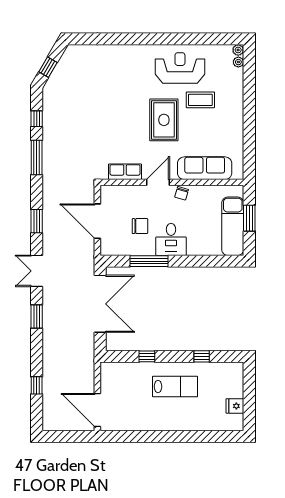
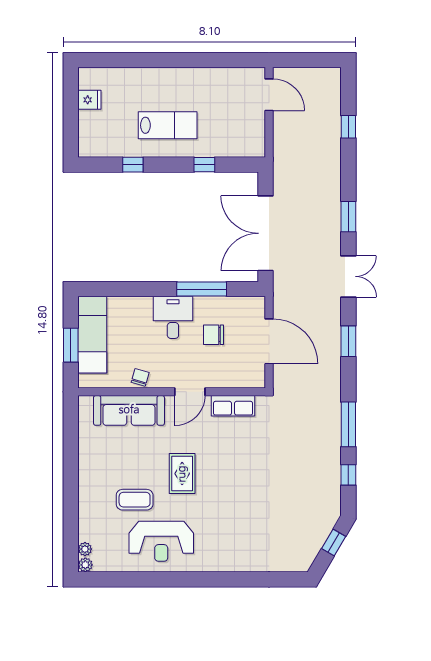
rug: (164, 120) -> (182, 474), width x0.73, depth x0.70
chair: (182, 193) -> (140, 377), moved
lab bench: (175, 387) -> (168, 125), turned 180
door: (97, 410) -> (269, 95), width x0.73

